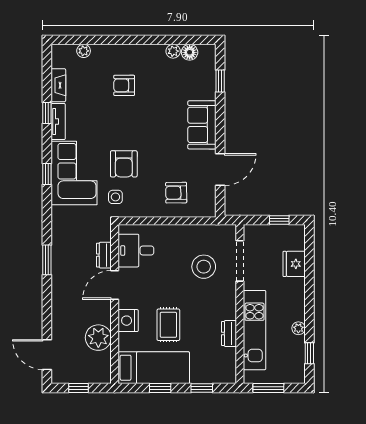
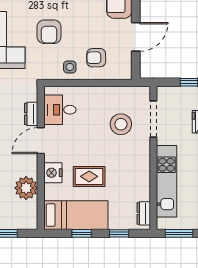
side table: (115, 197) -> (70, 67), moved
rug: (168, 325) -> (89, 176), turned 90
dresser: (229, 333) -> (144, 213), moved

